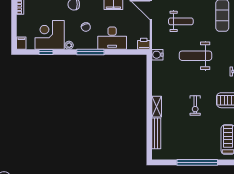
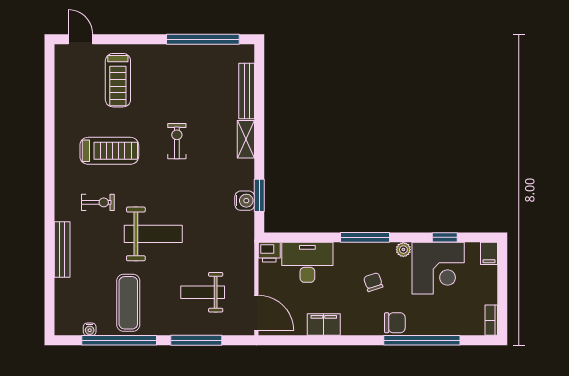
desk: (112, 38) -> (307, 262), moved
water cooler: (157, 55) -> (245, 201), moved
weight bench: (195, 56) -> (153, 234), moved
window: (149, 75) -> (259, 195), added
window: (197, 162) -> (203, 39), moved

